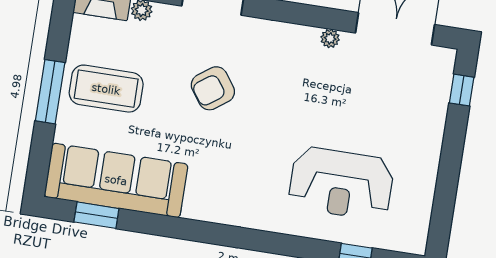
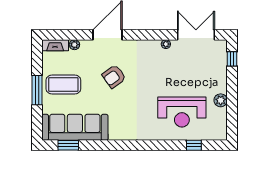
plant: (425, 172) -> (221, 100), added

